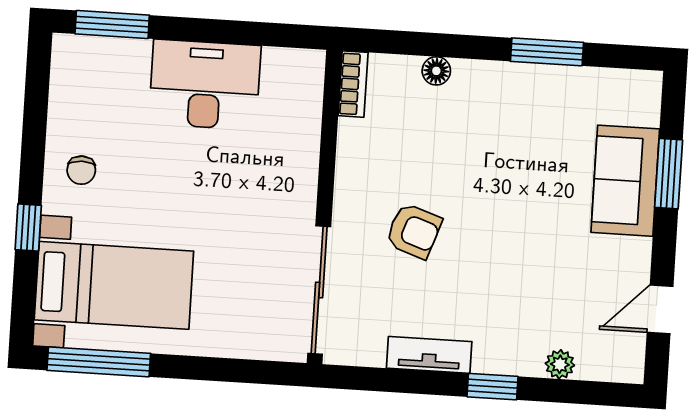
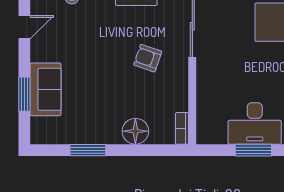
window: (211, 31) -> (253, 150), added
floor lamp: (436, 71) -> (135, 131), width x1.89, depth x1.89

